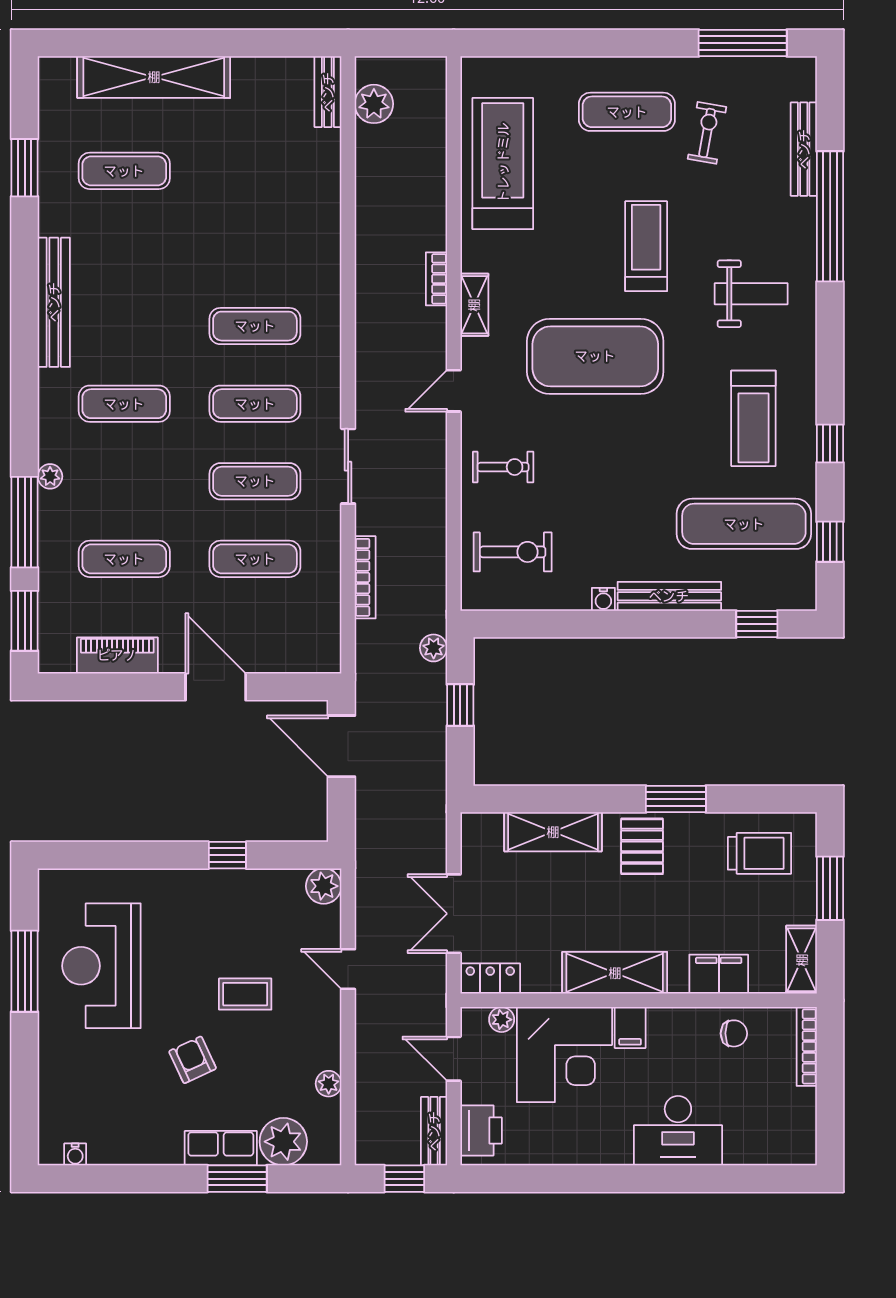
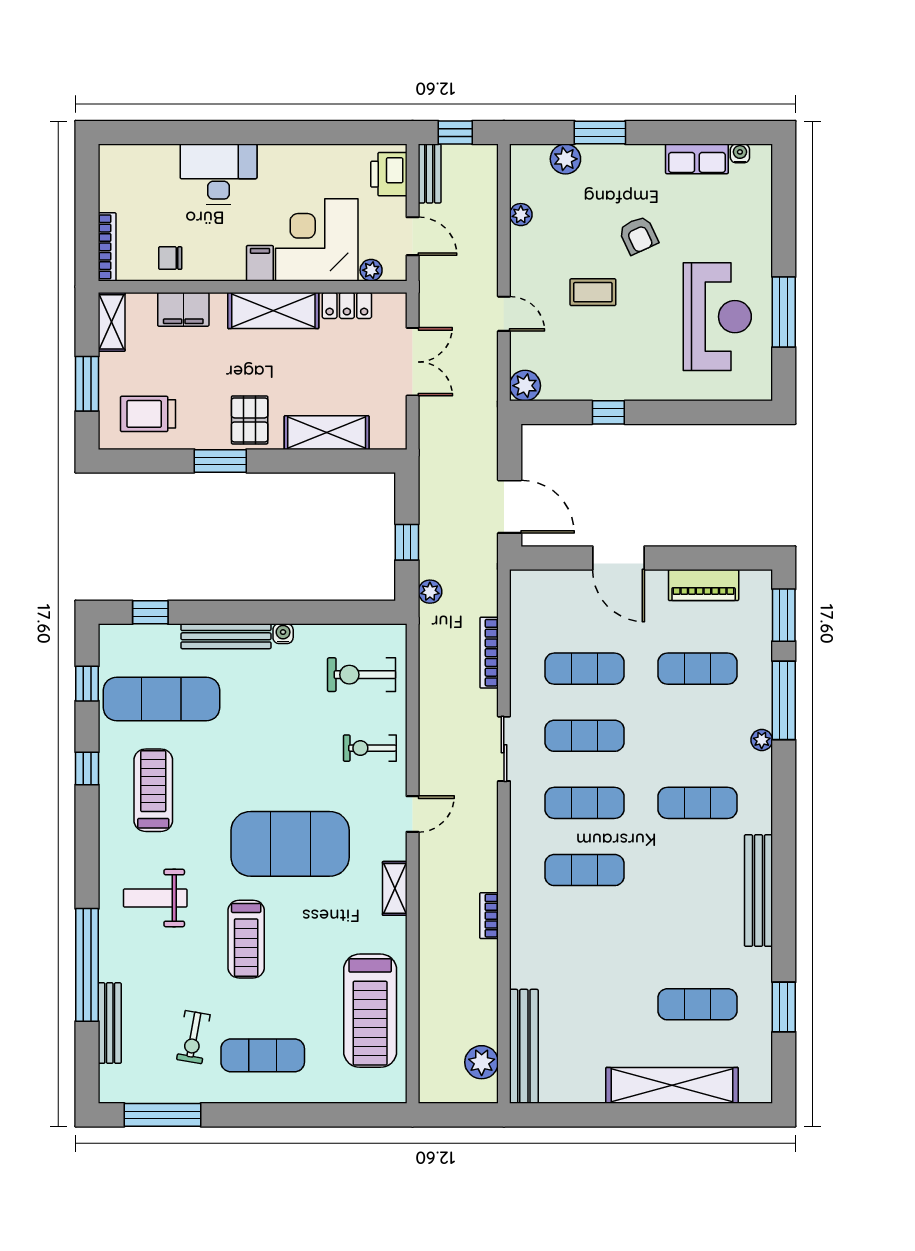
bench: (328, 92) -> (524, 1046), width x1.86, depth x1.21
bookcase: (436, 279) -> (489, 916), moved, turned 180
locker: (490, 979) -> (347, 306), moved
plant: (283, 1142) -> (565, 159), width x0.73, depth x0.73
row of seats: (221, 1148) -> (697, 159), moved

